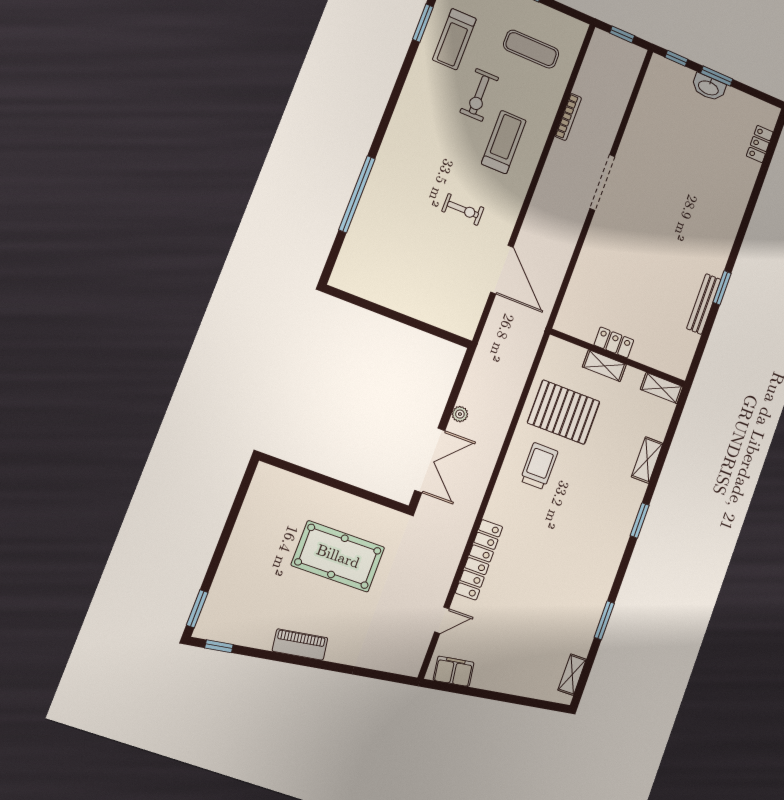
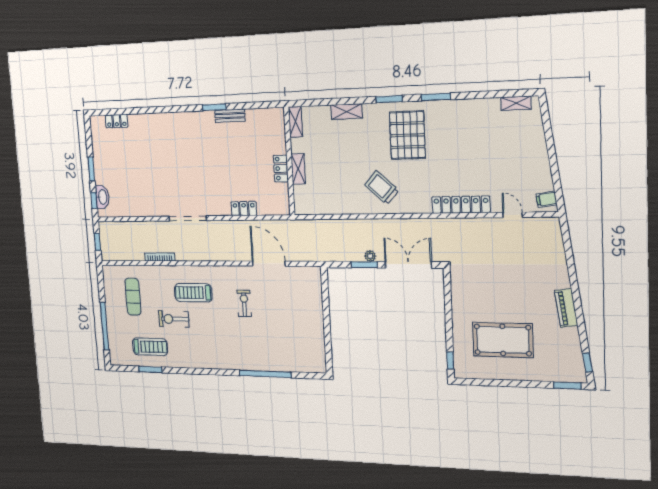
washbasin: (709, 87) -> (102, 197), moved
exercise bike: (479, 95) -> (174, 319), turned 180
locker: (584, 268) -> (244, 209), added
door: (502, 270) -> (269, 264), hinge flipped
bench: (704, 304) -> (230, 116), width x0.73
window: (452, 401) -> (364, 265), added
pallet: (564, 412) -> (407, 135), moved
window: (284, 465) -> (450, 361), added
trolley: (539, 466) -> (382, 188), turned 42
pool table: (338, 556) -> (503, 340), moved, turned 90
window: (604, 620) -> (436, 97), moved
filing cabinet: (454, 671) -> (547, 199), width x0.50

